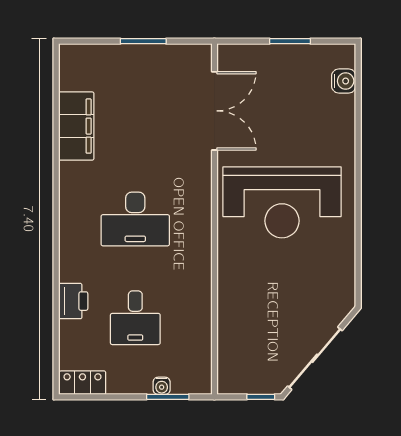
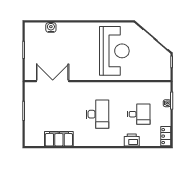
water cooler: (344, 81) -> (51, 27), moved
reception desk: (282, 202) -> (114, 51), moved

